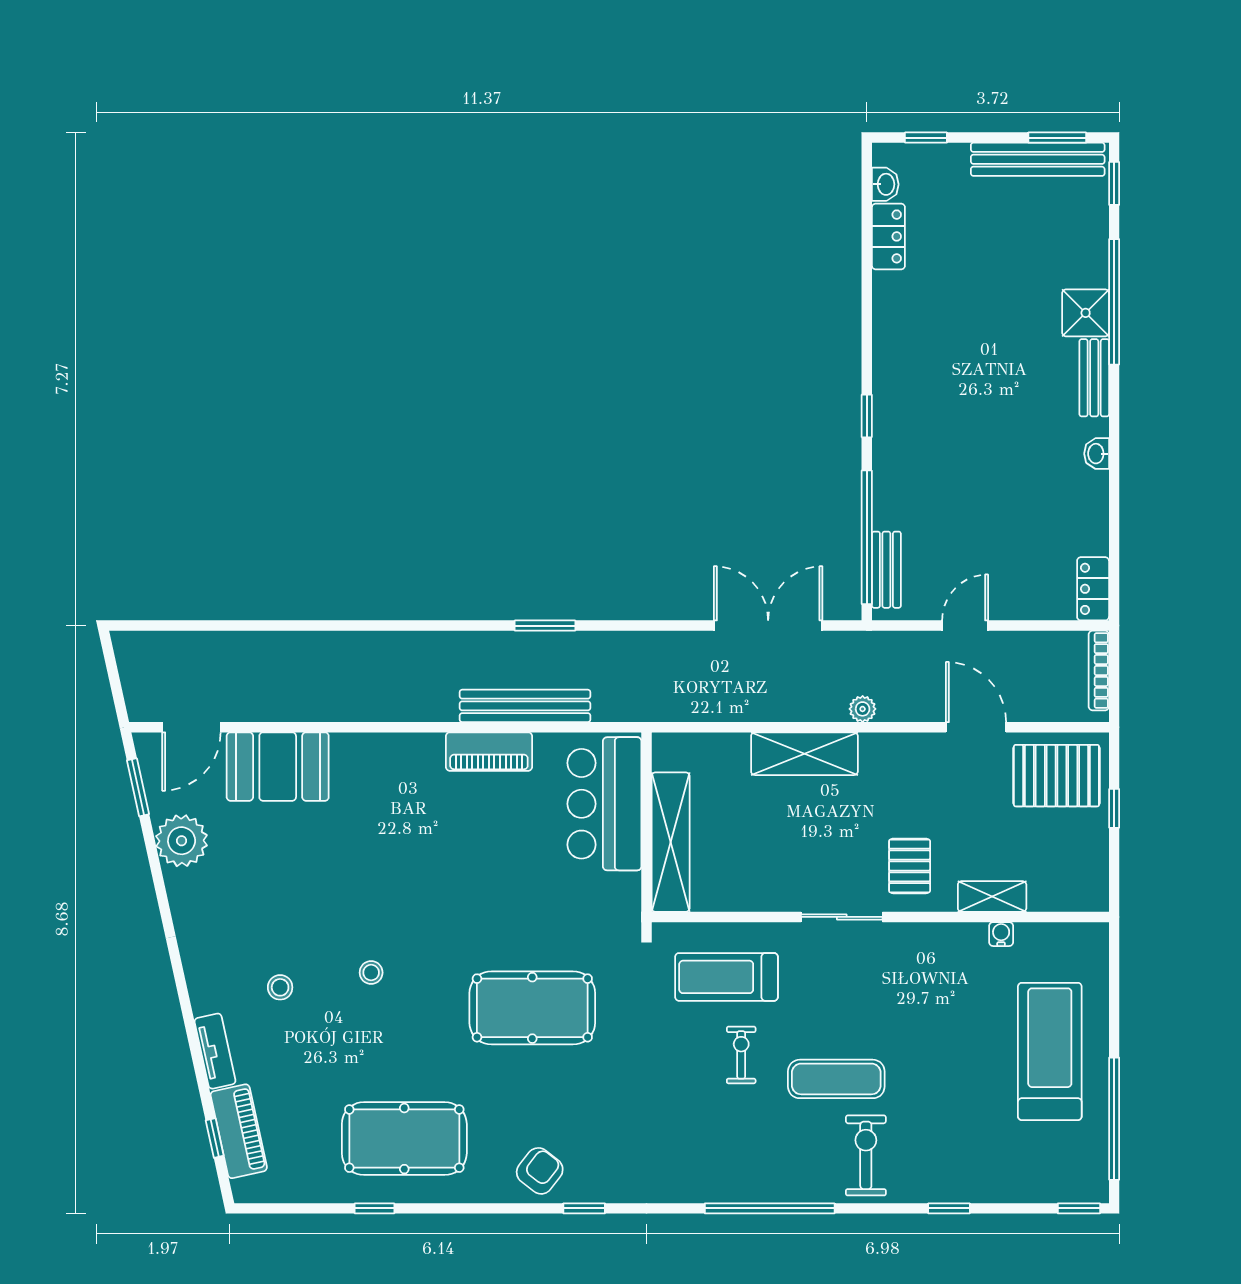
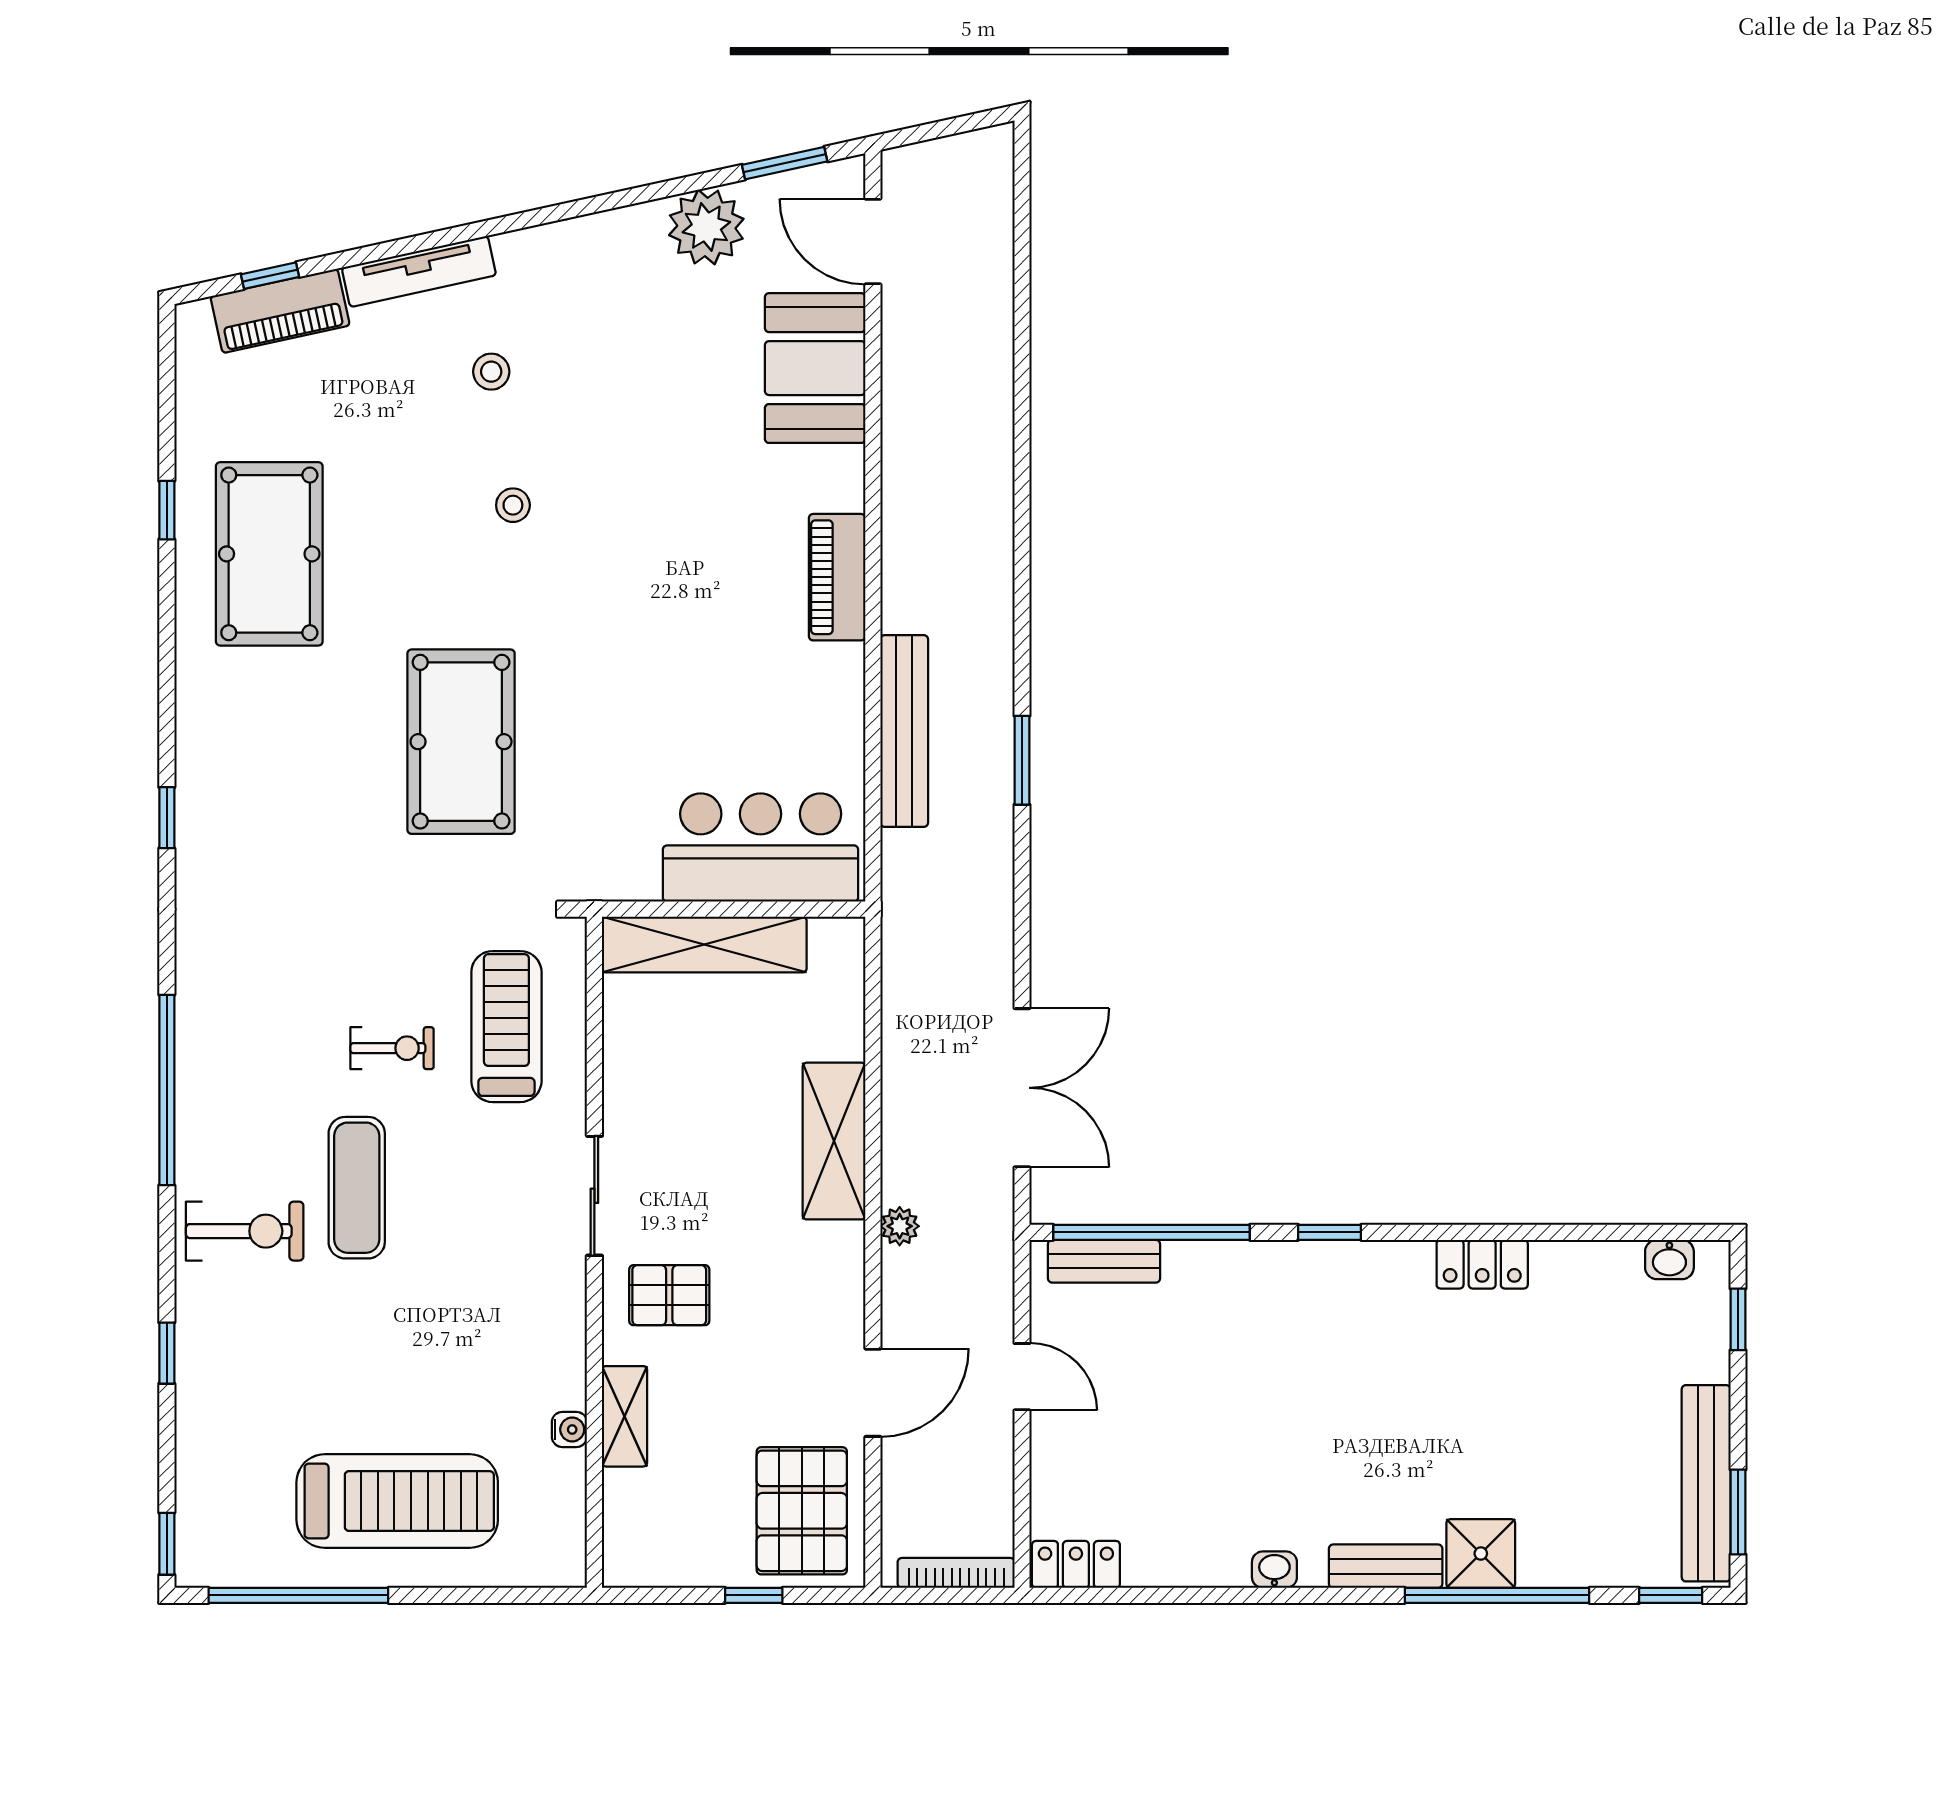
locker: (888, 236) -> (1482, 1264), moved
piano: (489, 752) -> (837, 577), moved
tv unit: (215, 1051) -> (419, 271), width x1.41
armchair: (540, 1171) -> (222, 753), removed

